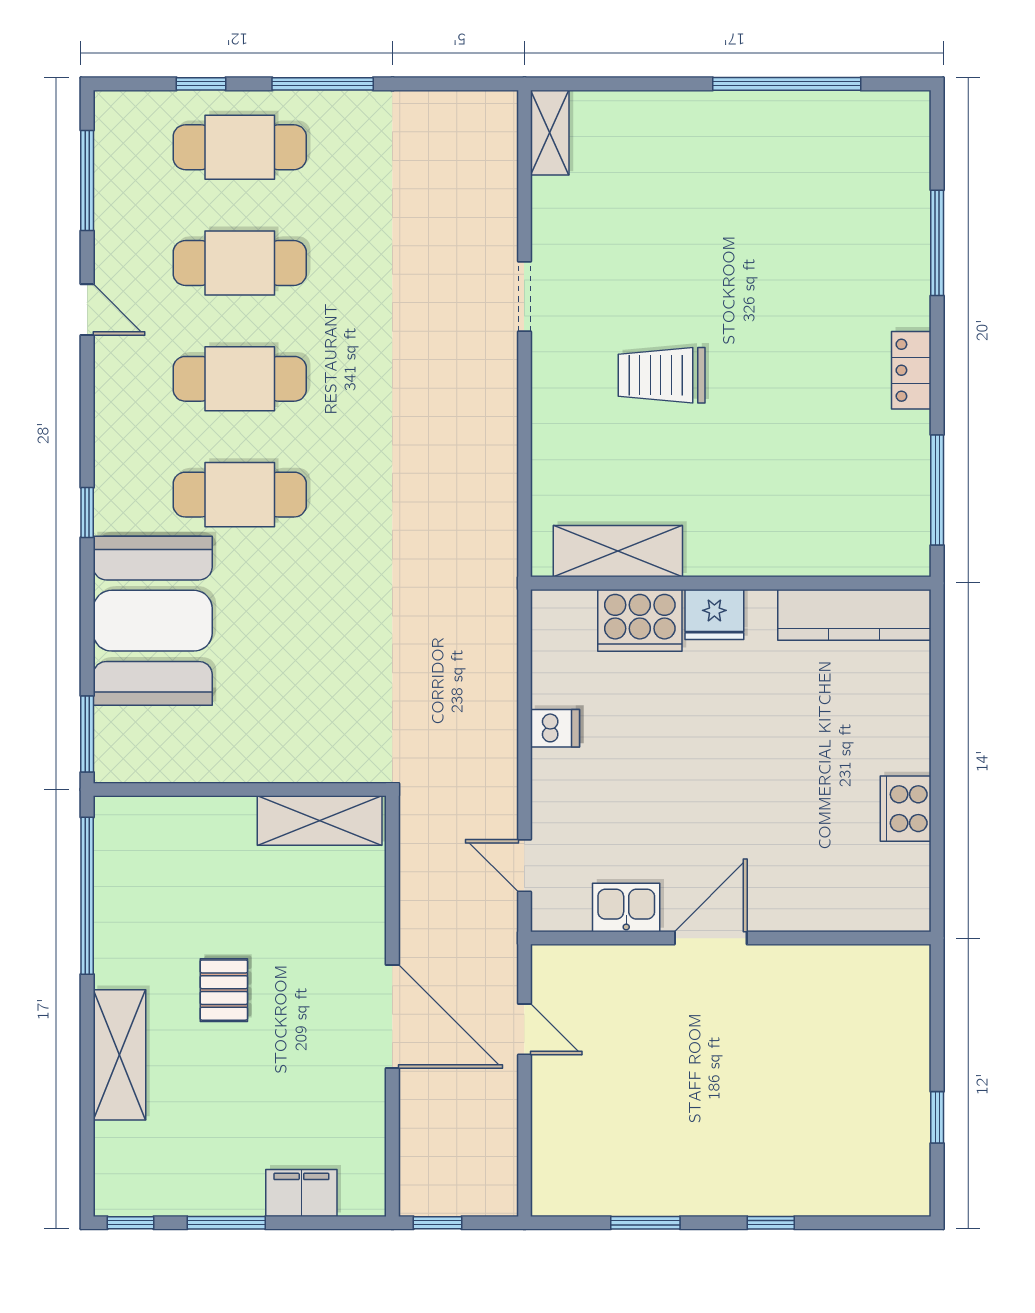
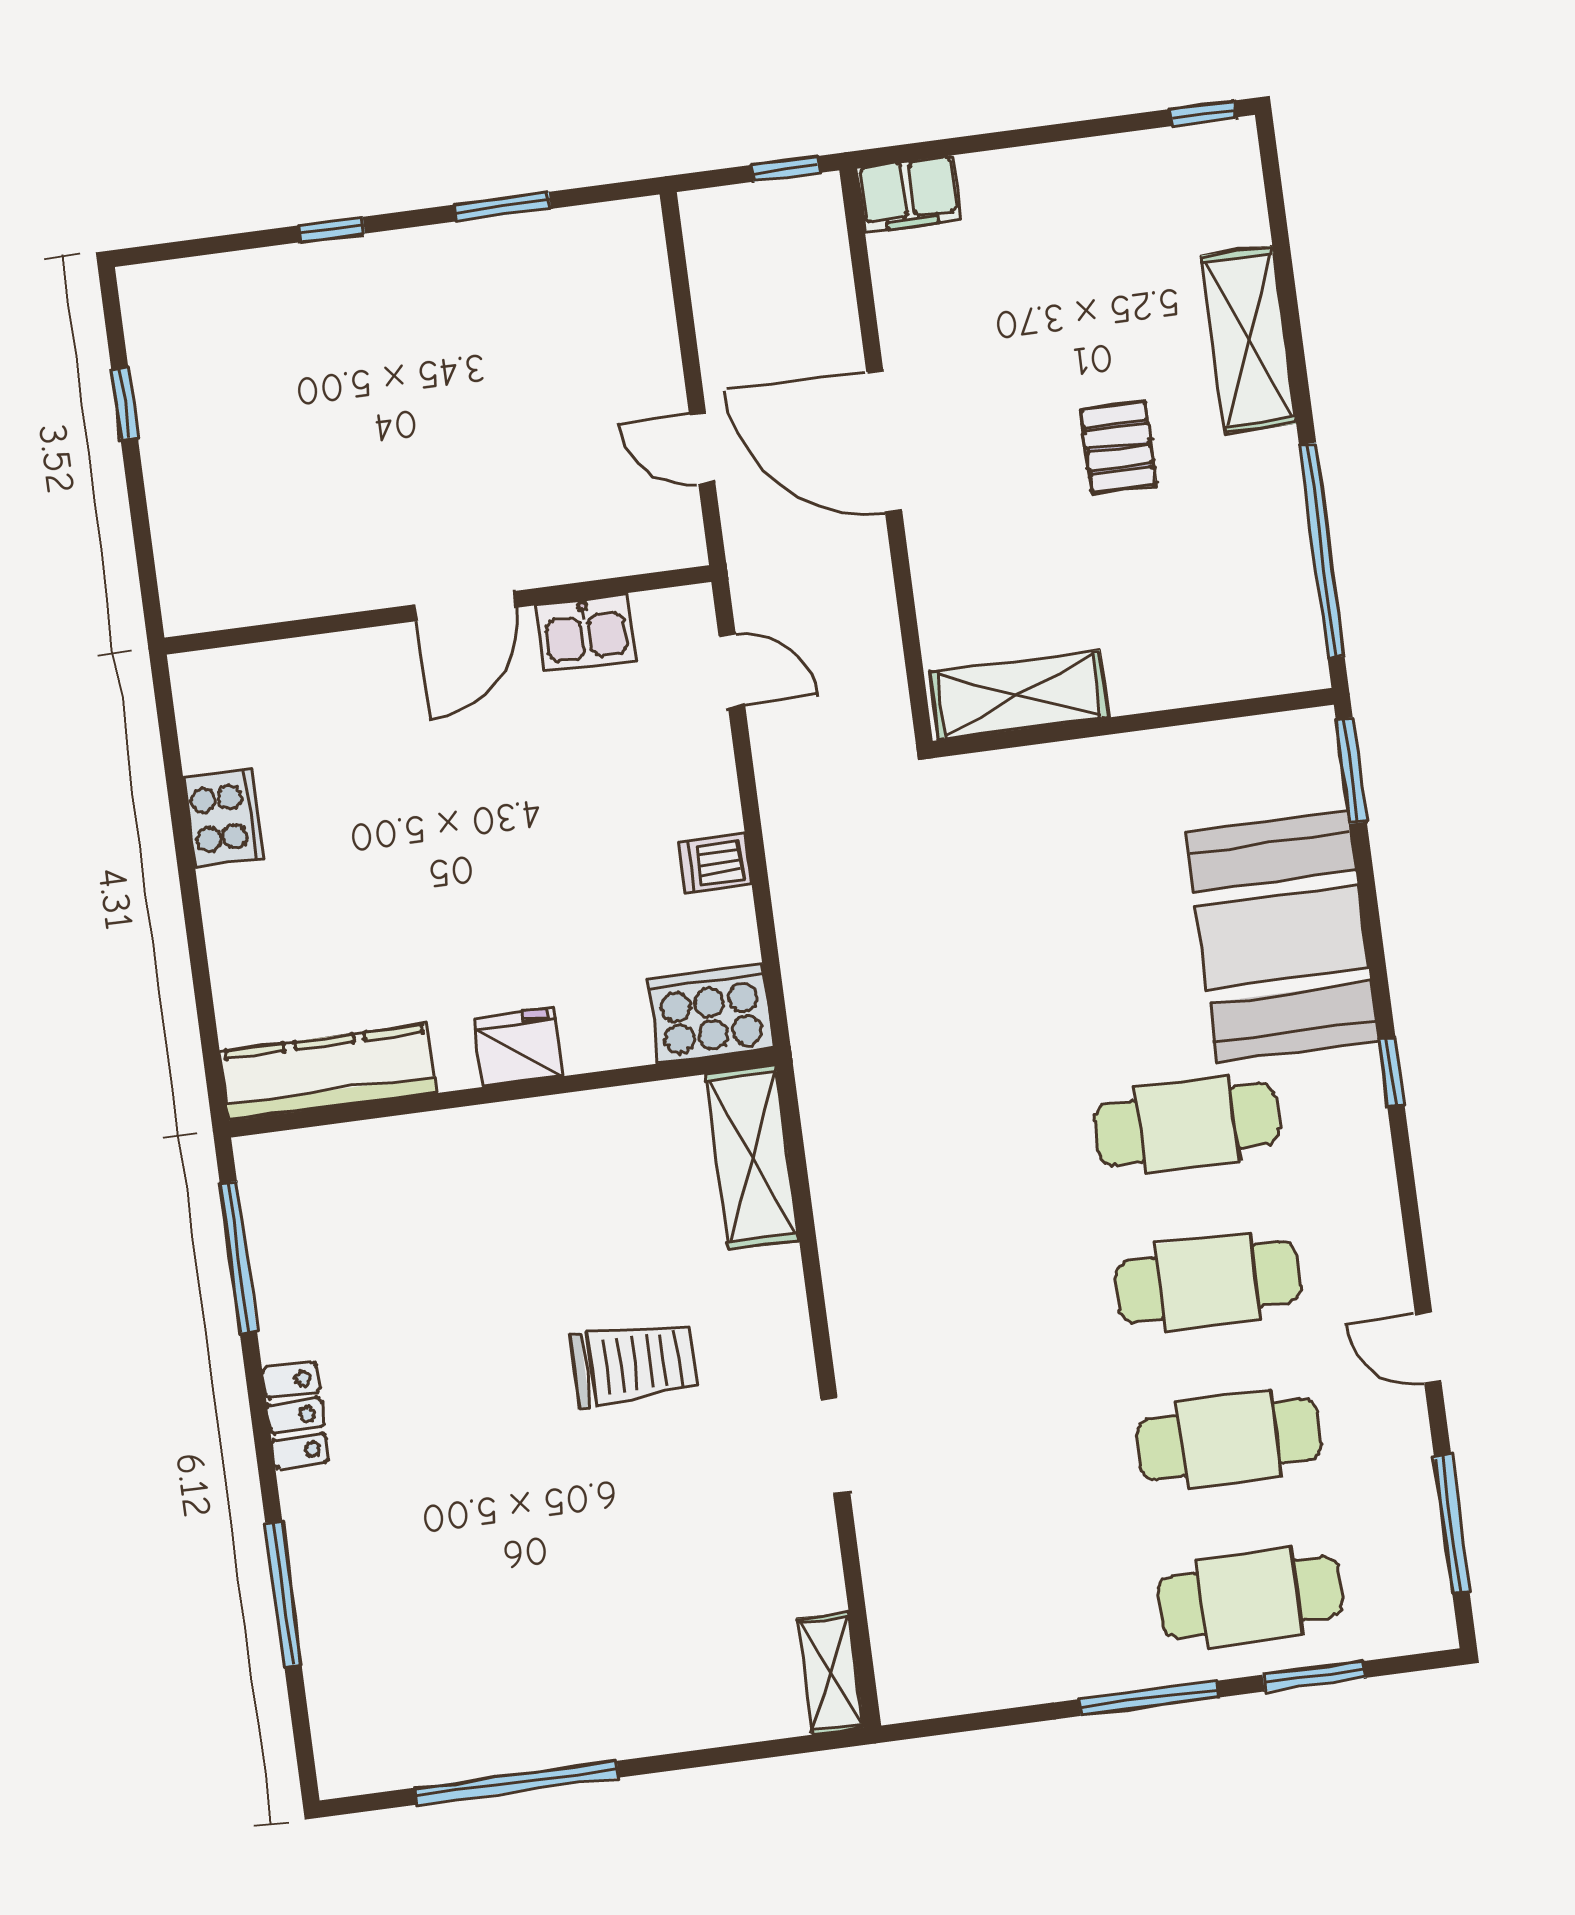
window: (201, 84) -> (1314, 1676), width x1.50
shelving: (618, 551) -> (752, 1157), moved, turned 90
cooker: (640, 620) -> (711, 1013), moved
filing cabinet: (301, 1193) -> (909, 194), moved
window: (226, 1223) -> (1073, 131), removed

